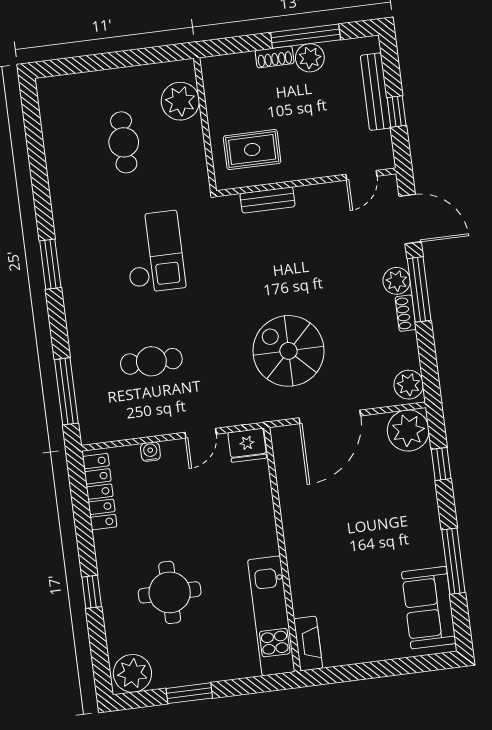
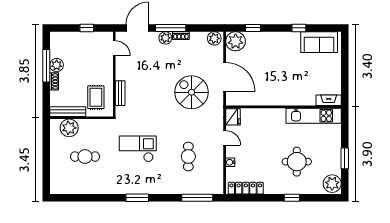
bench: (376, 92) -> (68, 112), moved
spiral stairs: (289, 351) -> (192, 92), turned 90
window: (453, 561) -> (299, 28), width x0.46

